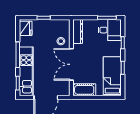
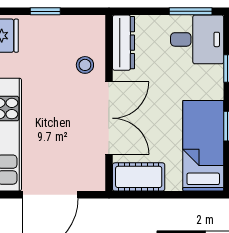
double door: (71, 64) -> (109, 118), swing flipped

